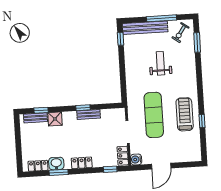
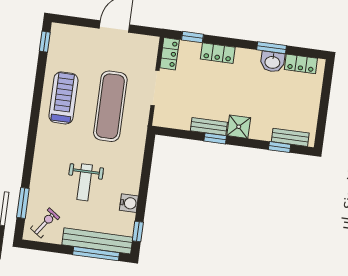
window: (161, 18) -> (96, 254), moved
treadmill: (185, 114) -> (63, 98), turned 180
shower: (55, 119) -> (239, 127), moved
window: (202, 121) -> (45, 42), moved
water cooler: (136, 159) -> (129, 203), moved
locker: (82, 163) -> (218, 53), moved

